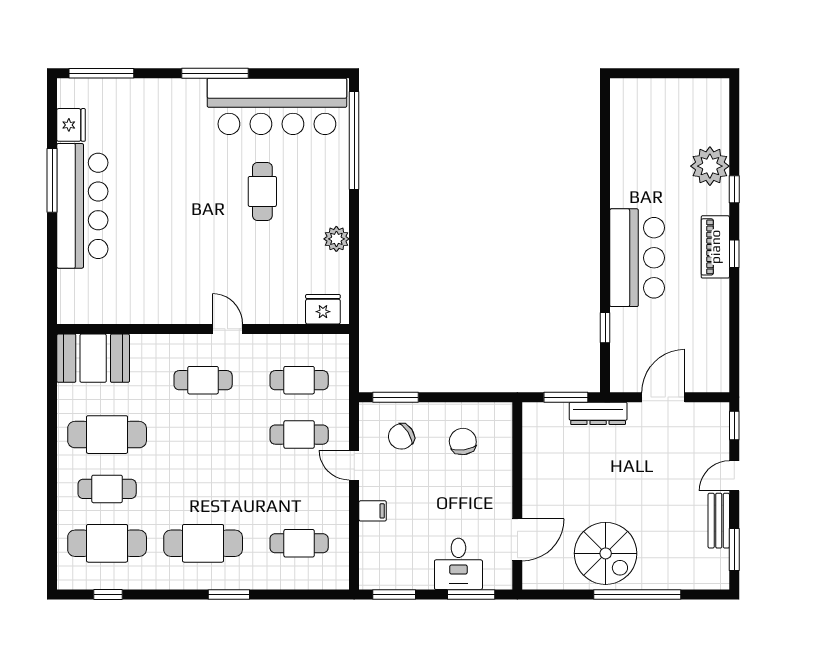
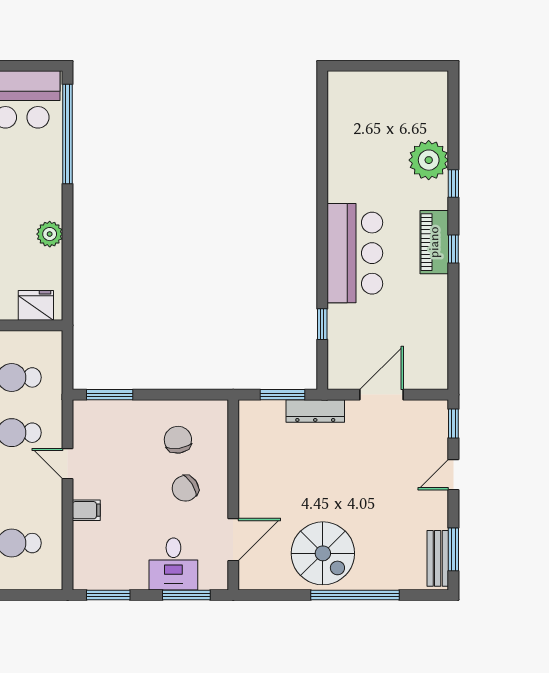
chair: (401, 437) -> (185, 488), moved
bench: (719, 521) -> (438, 558), moved

